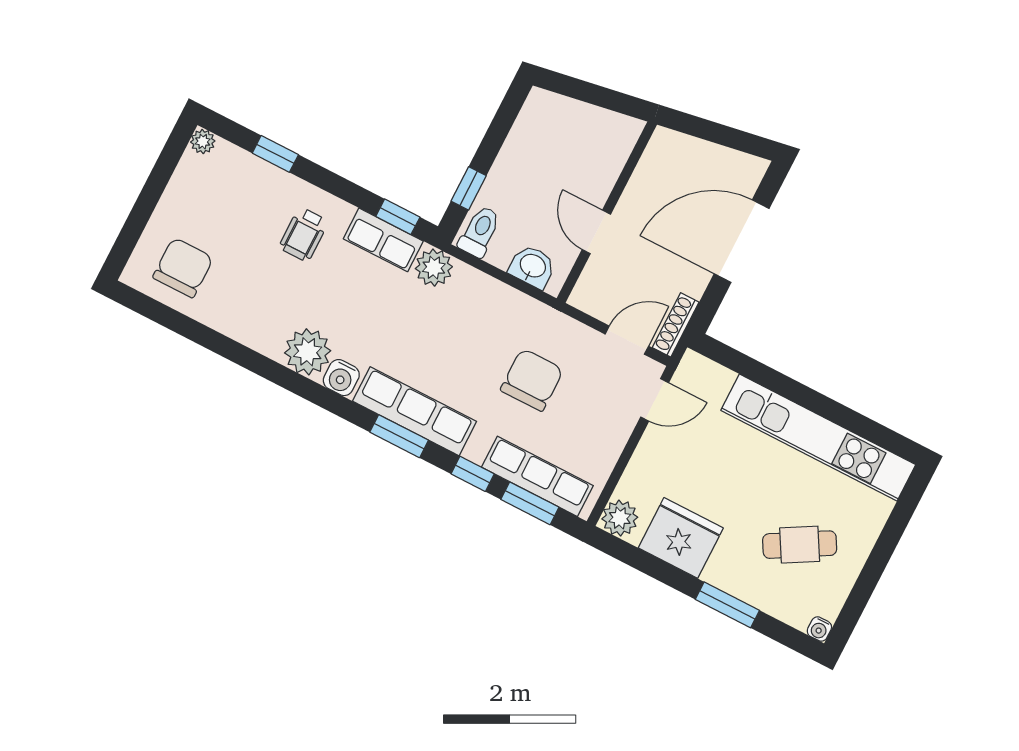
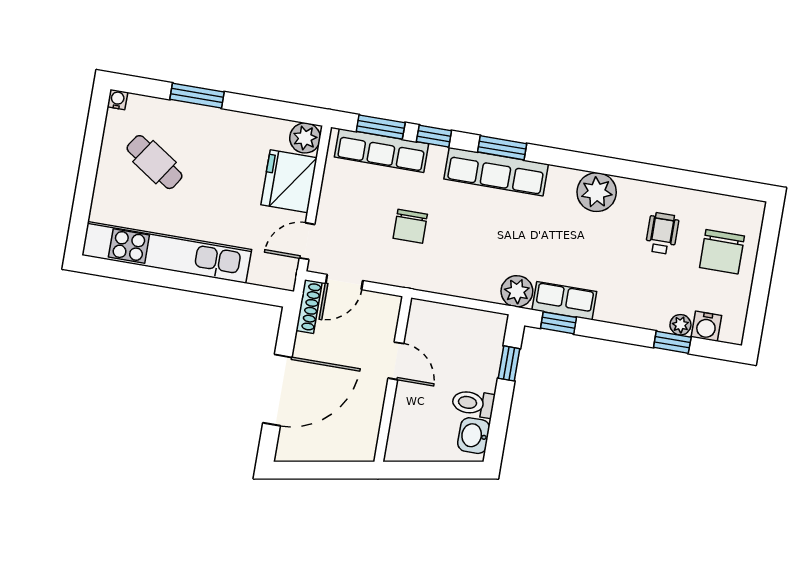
plant: (203, 142) -> (680, 325), moved
toilet: (480, 232) -> (473, 403), moved, turned 90
wheelchair: (304, 234) -> (662, 233), moved
washbasin: (532, 267) -> (474, 436), moved, turned 90
chair: (183, 268) -> (722, 252), moved
water cooler: (341, 378) -> (706, 326), moved, turned 180
chair: (532, 380) -> (410, 226), width x0.73, depth x0.73
fridge: (681, 538) -> (289, 181), moved, turned 90
cafe table: (800, 545) -> (155, 162), turned 64

